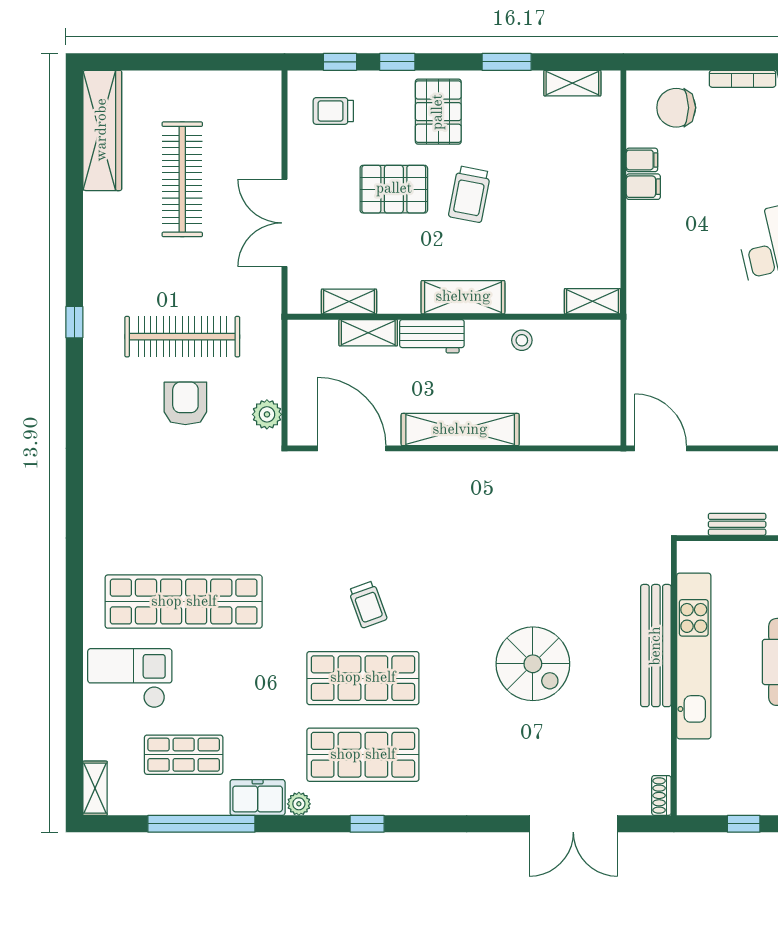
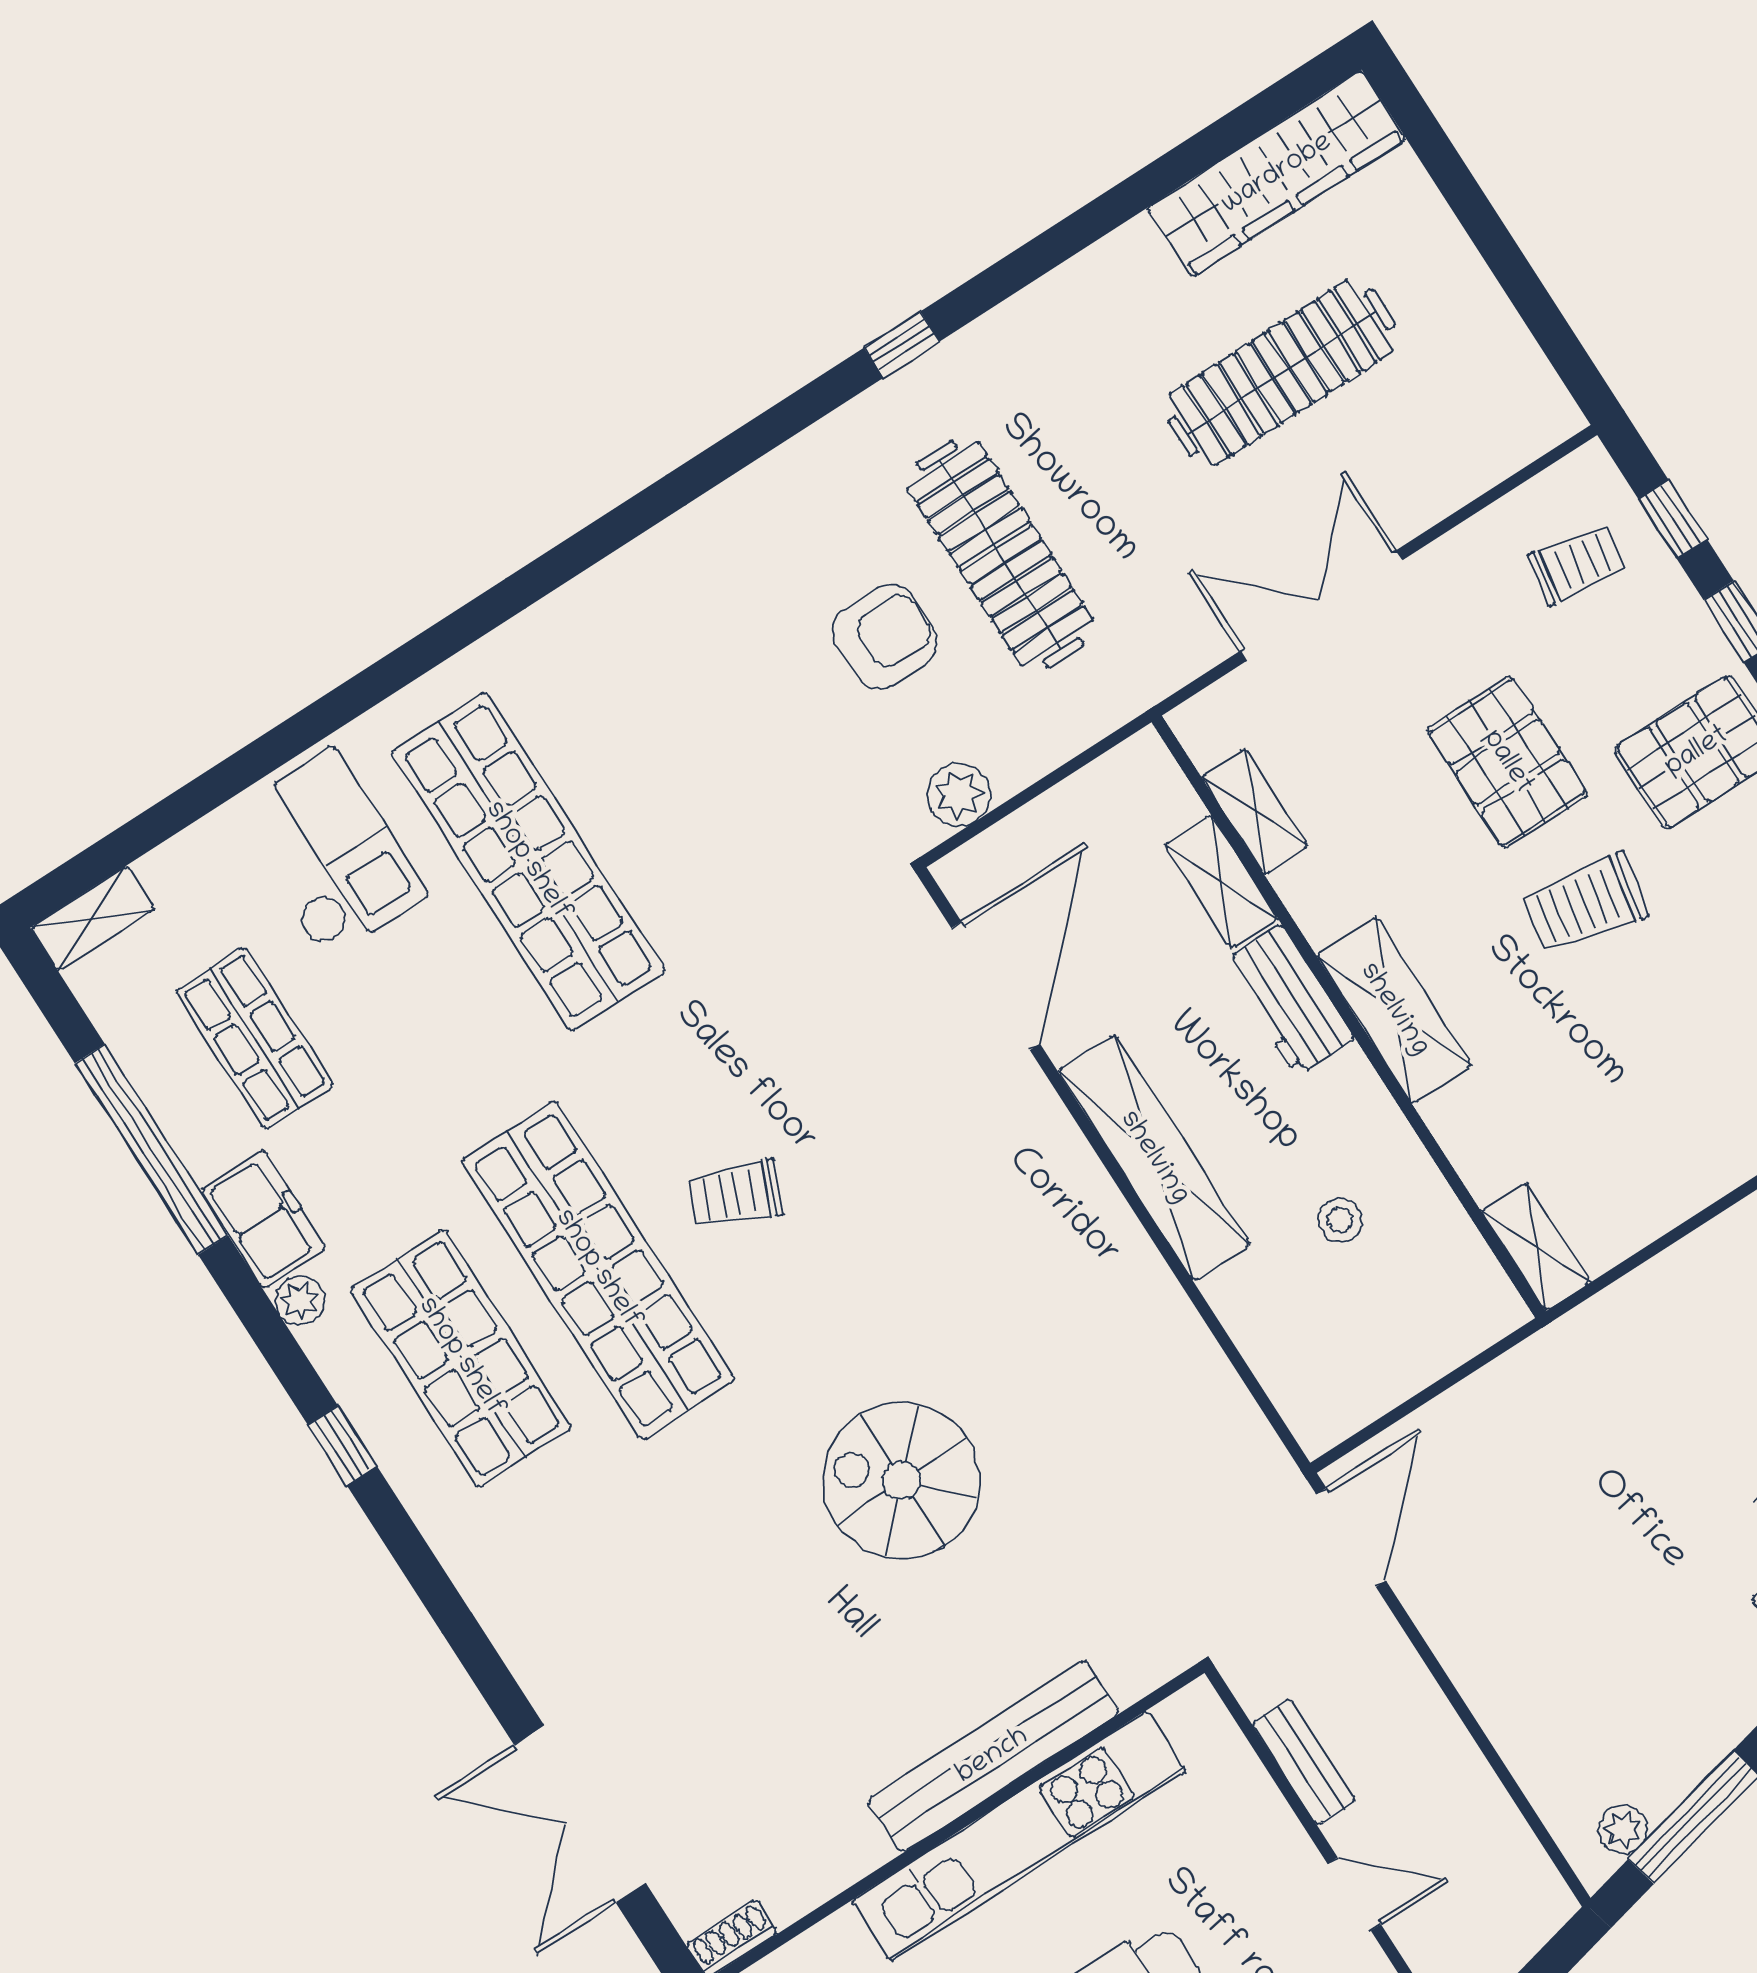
trolley: (333, 111) -> (1577, 564), turned 100
stool: (522, 340) -> (1340, 1220), moved
trolley: (368, 604) -> (735, 1194), turned 43
spiral stairs: (533, 664) -> (902, 1481), moved, turned 90
shop shelf: (363, 678) -> (598, 1270), width x1.40

